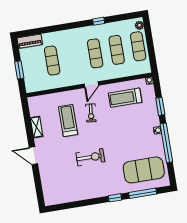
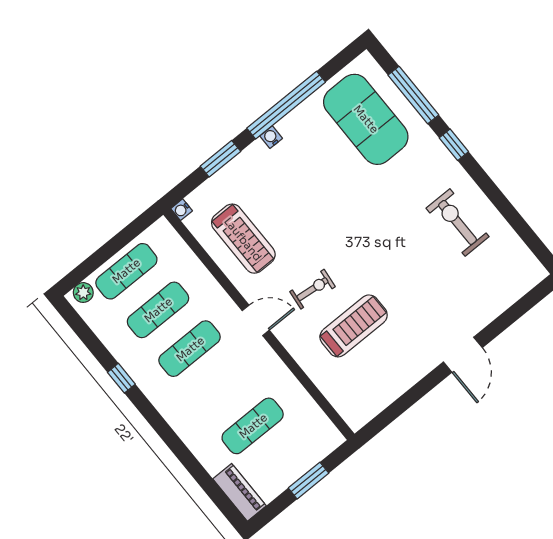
treadmill: (68, 121) -> (354, 326), turned 180
shelving: (37, 127) -> (402, 381), removed
exercise bike: (90, 157) -> (458, 222), moved

